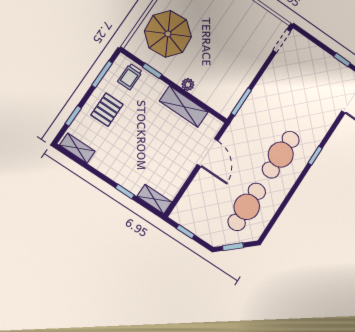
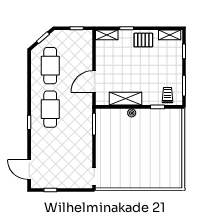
parasol: (168, 34) -> (163, 134), removed
pallet: (107, 110) -> (143, 40), moved, turned 90
door: (208, 153) -> (94, 82), hinge flipped

